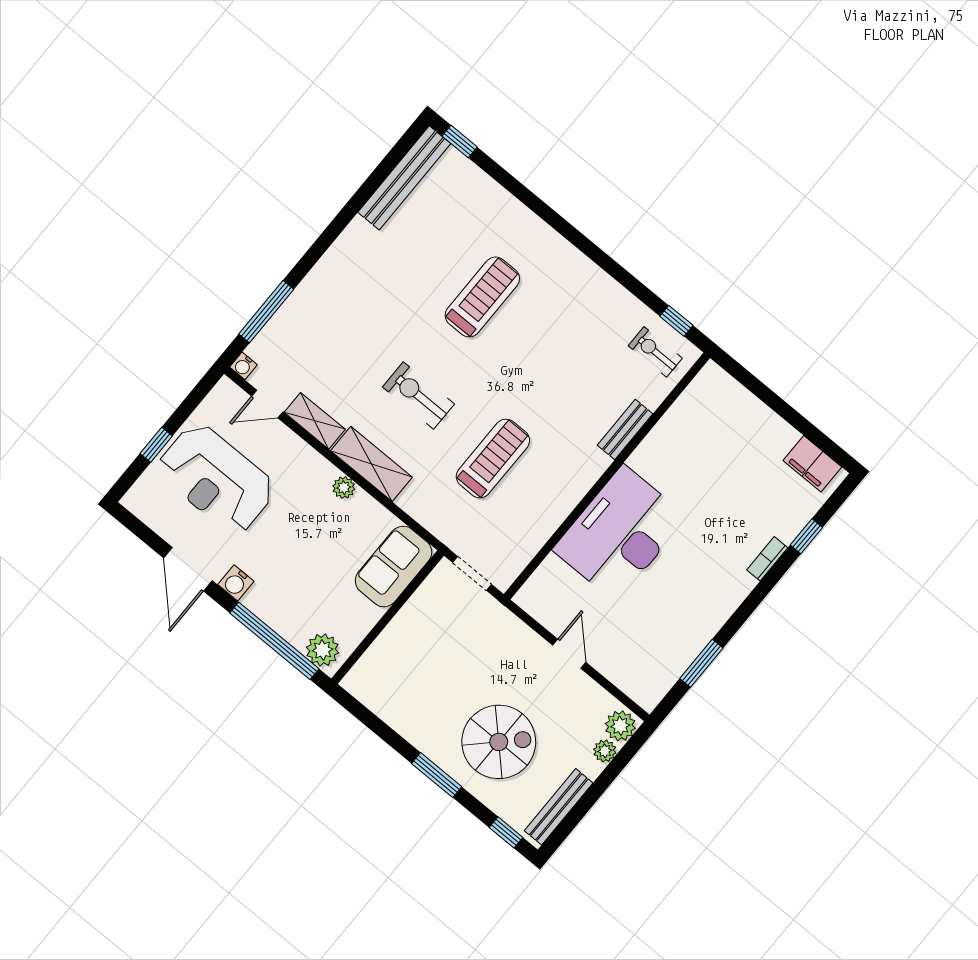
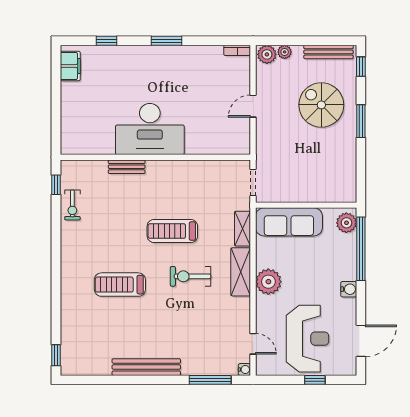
bench: (404, 178) -> (146, 367), moved
exercise bike: (655, 352) -> (72, 205), moved
exercise bike: (418, 395) -> (191, 276), turned 90
shelving: (315, 421) -> (242, 229), moved
treadmill: (493, 458) -> (172, 231), moved
plant: (344, 488) -> (268, 282), width x1.88, depth x1.88
desk: (620, 533) -> (150, 129), moved
bookcase: (767, 559) -> (237, 50), moved
sofa: (394, 566) -> (289, 222), width x1.36
door: (188, 569) -> (361, 341), moved
window: (701, 663) -> (166, 41), moved

